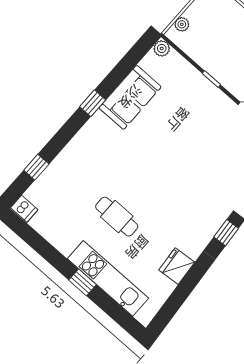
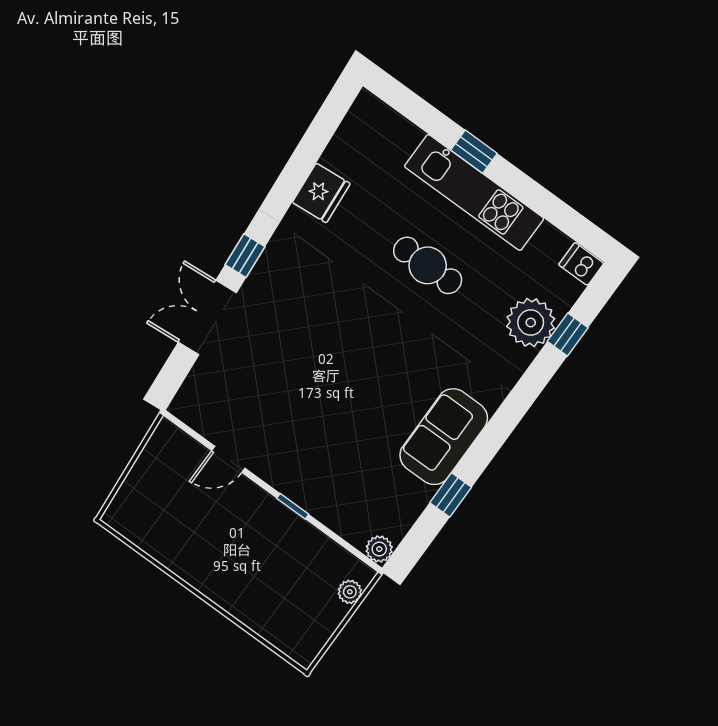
sofa: (130, 97) -> (444, 437), moved
window: (93, 103) -> (451, 495), moved
plant: (58, 176) -> (531, 323), added
kitchen unit: (108, 278) -> (474, 192), moved

